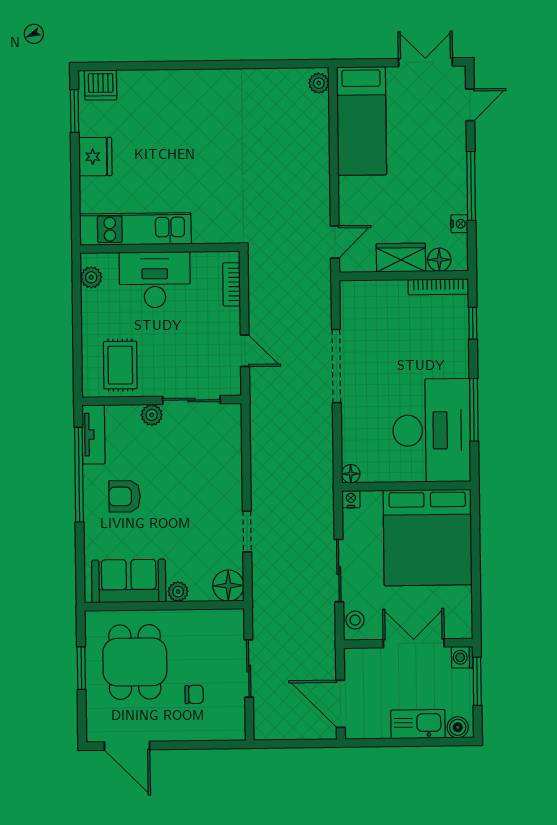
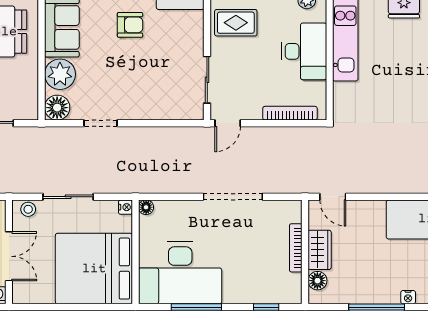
nightstand: (459, 224) -> (408, 297), moved
bookcase: (232, 284) -> (290, 113), width x1.56
bookcase: (438, 287) -> (296, 248), moved
door: (245, 351) -> (228, 123), moved
plant: (152, 415) -> (195, 48), removed
armchair: (125, 496) -> (130, 25), turned 90
plant: (178, 592) -> (60, 74), width x1.88, depth x1.88

